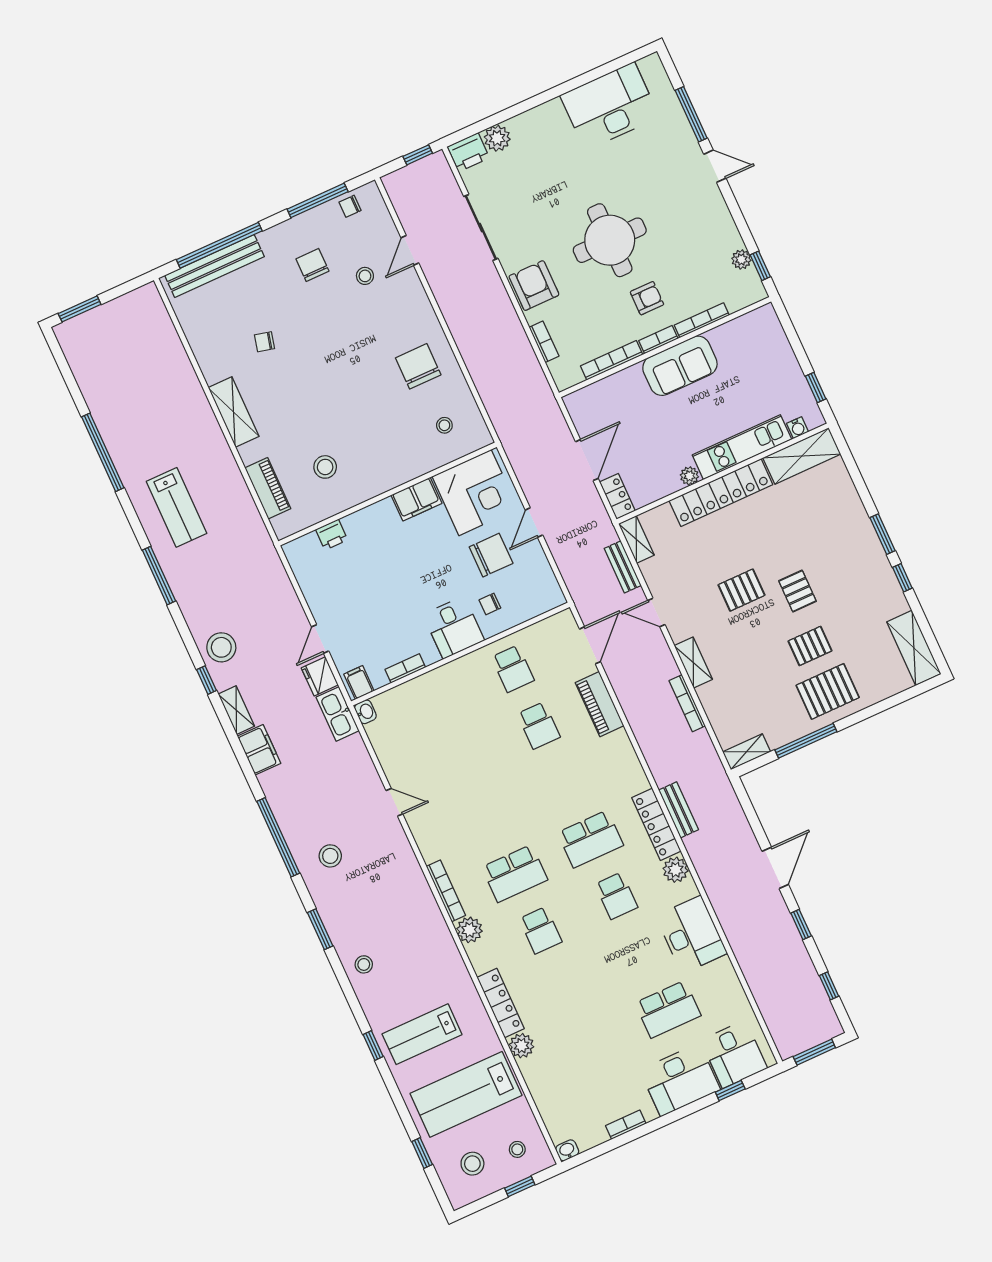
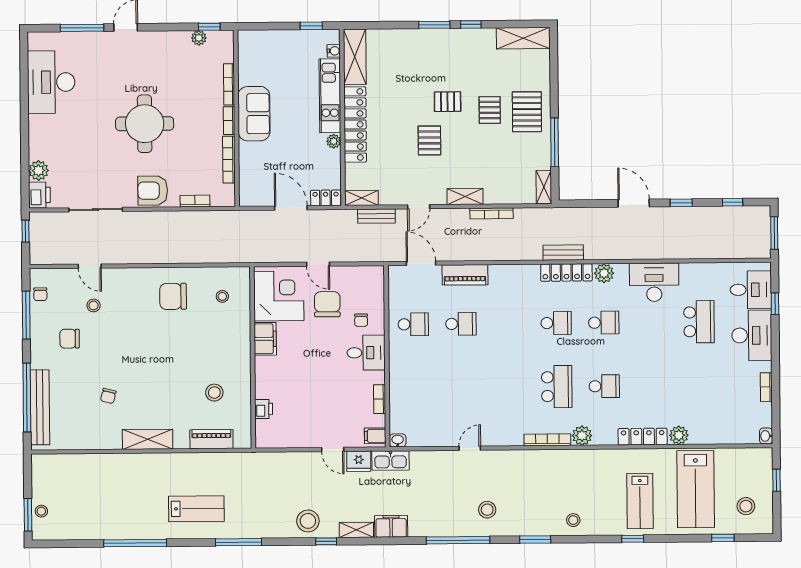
armchair: (647, 298) -> (197, 116), removed
school desk: (590, 839) -> (556, 323), width x0.54
stool: (517, 1149) -> (41, 511), moved

